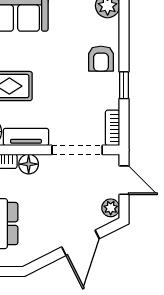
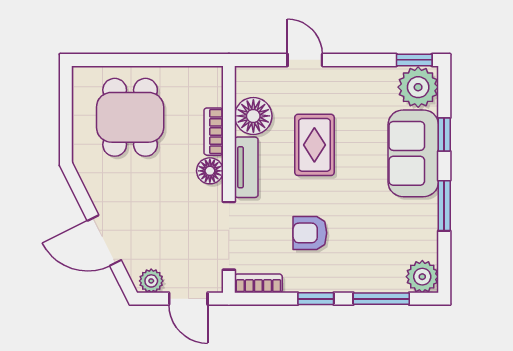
window: (124, 36) -> (381, 299), added
armchair: (101, 59) -> (310, 233), moved
door: (124, 180) -> (188, 299), hinge flipped

